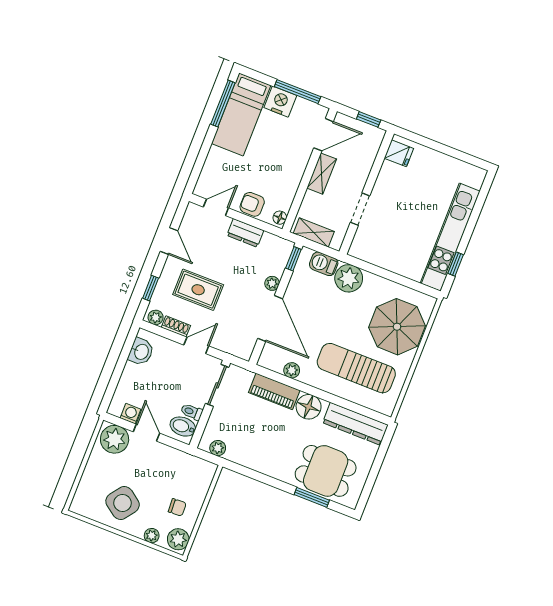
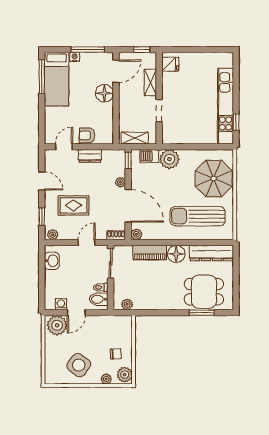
nightstand: (280, 102) -> (75, 57), width x0.53, depth x0.56
shelving: (322, 174) -> (150, 82), moved
floor lamp: (280, 218) -> (104, 93), moved, width x1.89, depth x1.89
shoe rack: (176, 326) -> (116, 235), moved
plant: (292, 370) -> (136, 234), moved
door: (146, 433) -> (76, 313), swing flipped

